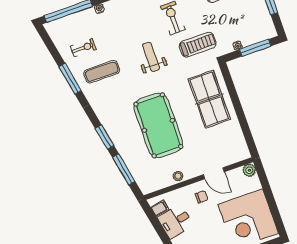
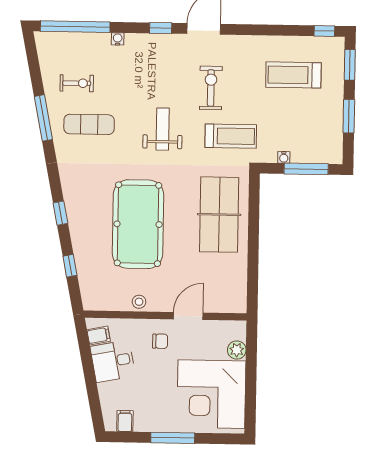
window: (105, 137) -> (60, 213), width x0.67
window: (124, 169) -> (70, 266), width x0.46
plant: (249, 170) -> (237, 350), moved
door: (214, 173) -> (188, 316), swing flipped

